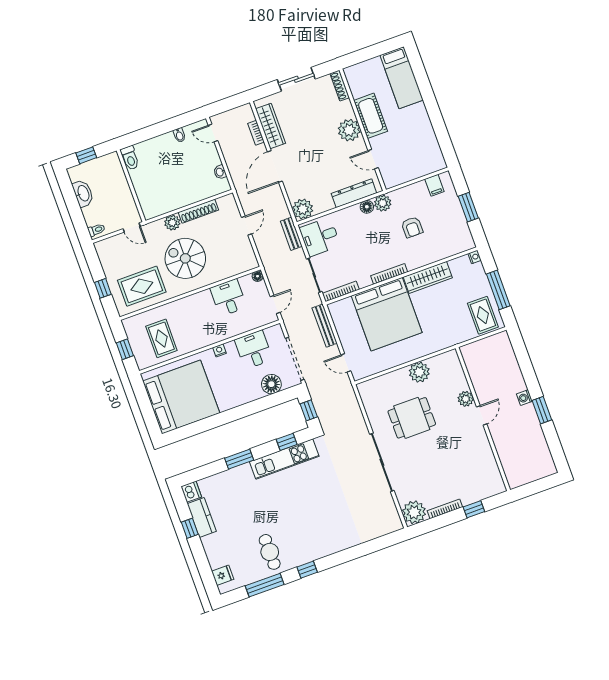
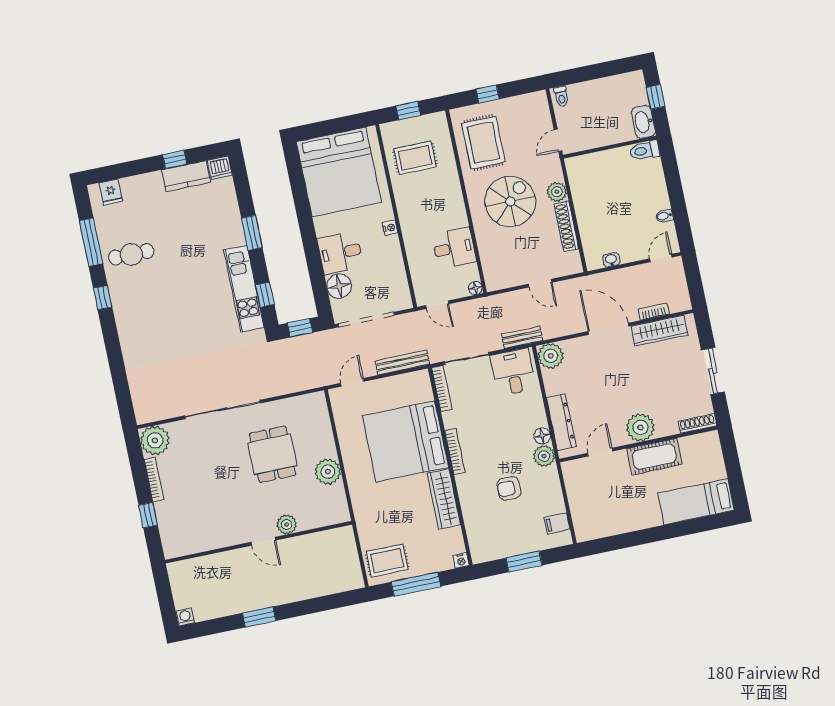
washbasin: (83, 193) -> (643, 122), moved, turned 90
desk: (254, 350) -> (340, 253), moved, turned 180
washing machine: (524, 398) -> (185, 617), moved

